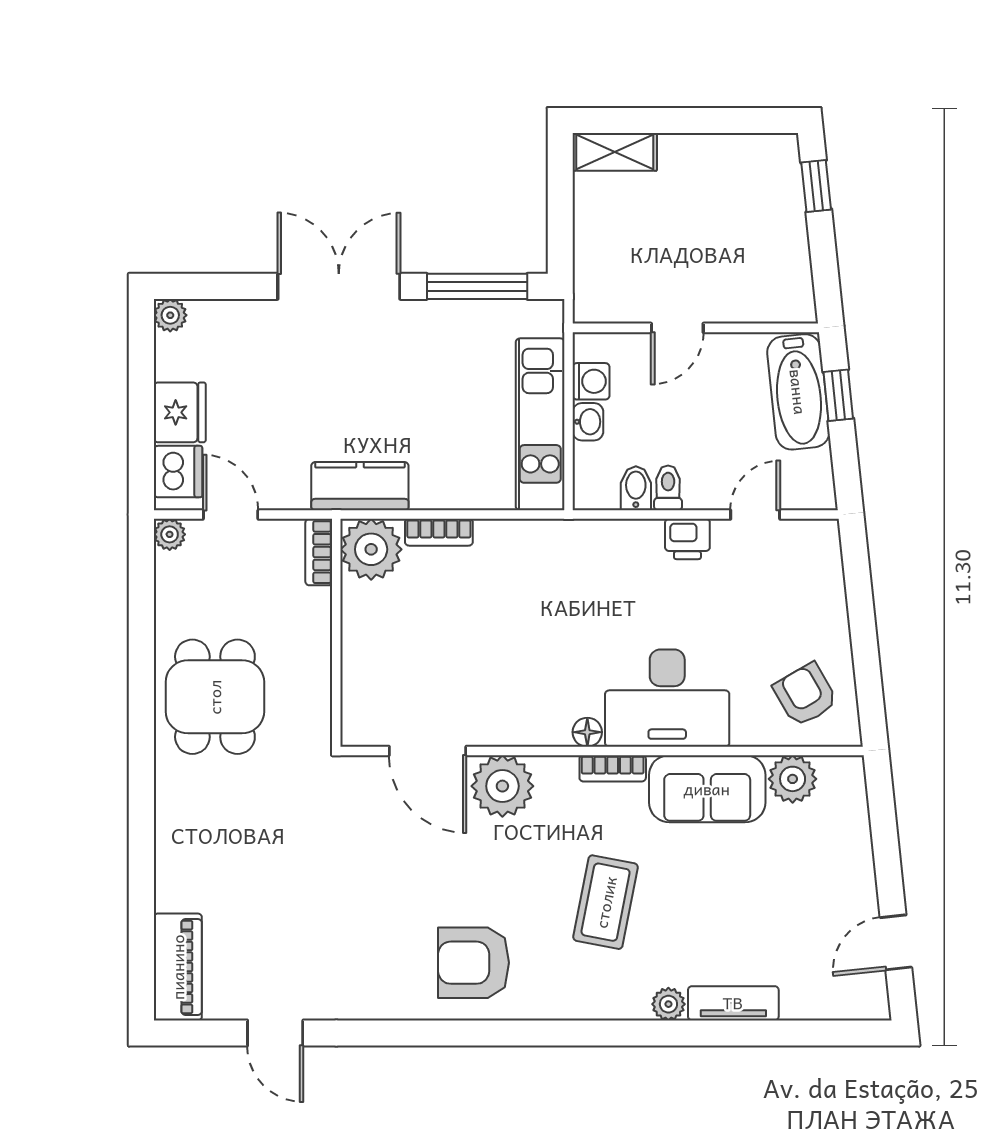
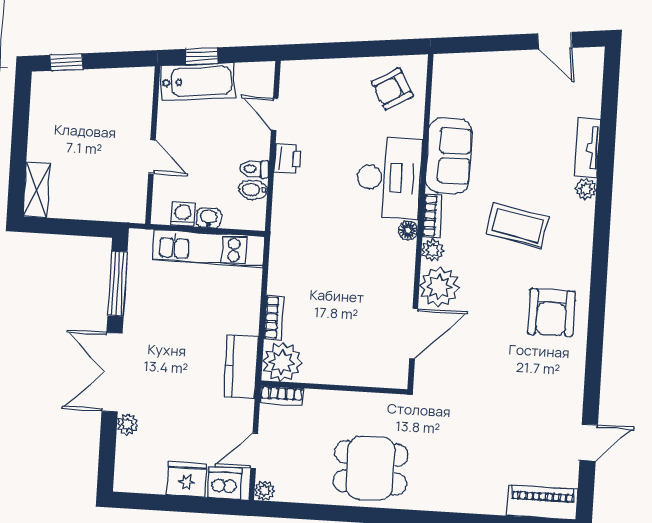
plant: (170, 315) -> (127, 425), moved
plant: (793, 779) -> (433, 250), moved, width x0.73, depth x0.73

